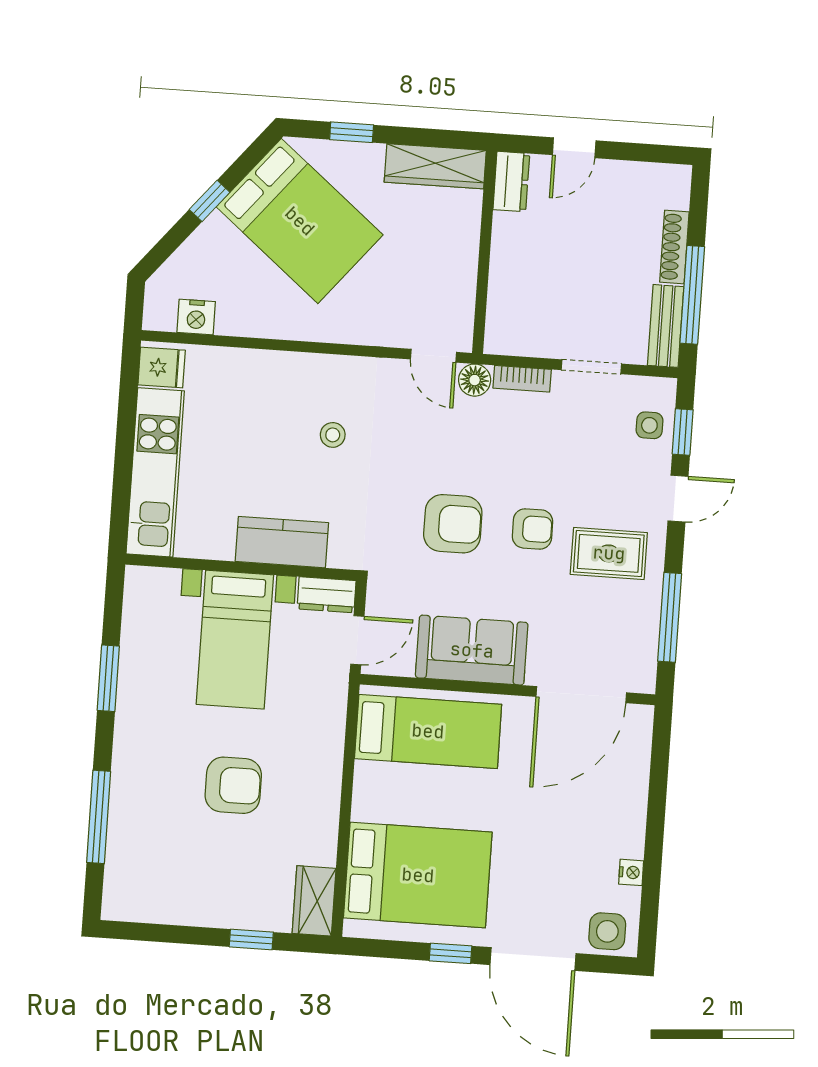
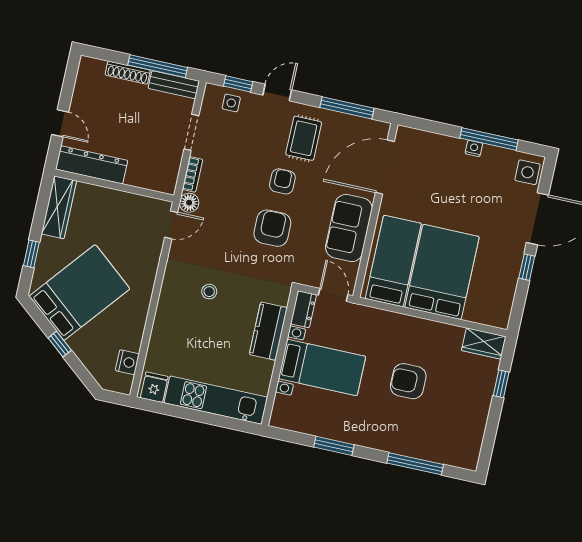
dresser: (511, 182) -> (92, 165), width x1.96, depth x1.24
door: (678, 499) -> (277, 92), hinge flipped
door: (581, 695) -> (385, 167), swing flipped
armchair: (233, 785) -> (408, 381), turned -90
window: (653, 860) -> (489, 139), added
nightstand: (631, 872) -> (474, 148), moved
bed: (418, 875) -> (442, 272), moved

